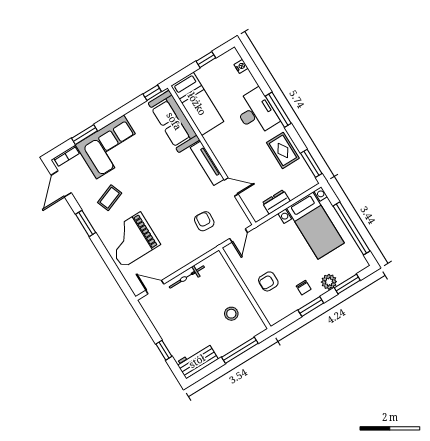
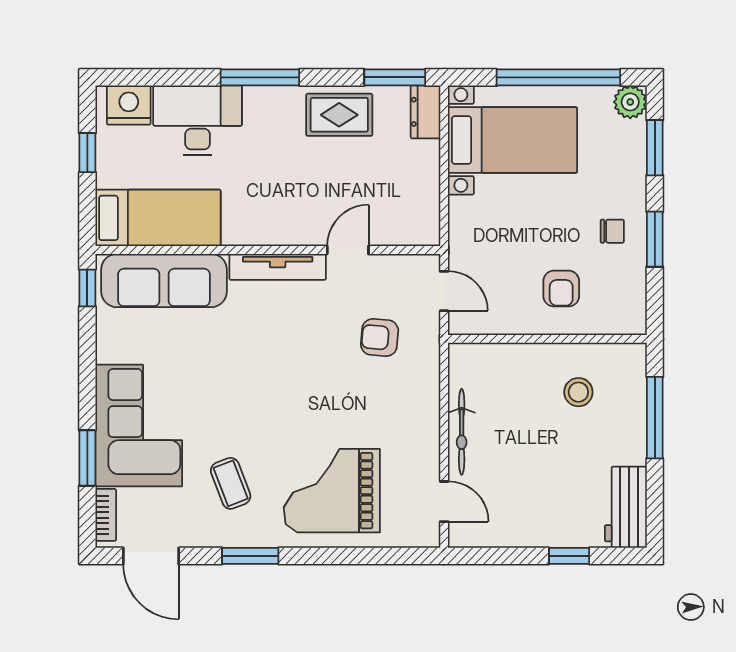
nightstand: (241, 66) -> (129, 105), width x1.89, depth x1.79
desk: (256, 112) -> (198, 120), moved
dresser: (276, 202) -> (425, 112), moved
grand piano: (132, 240) -> (332, 491), turned 90
plant: (329, 282) -> (630, 102), moved
door: (155, 287) -> (444, 502), swing flipped

